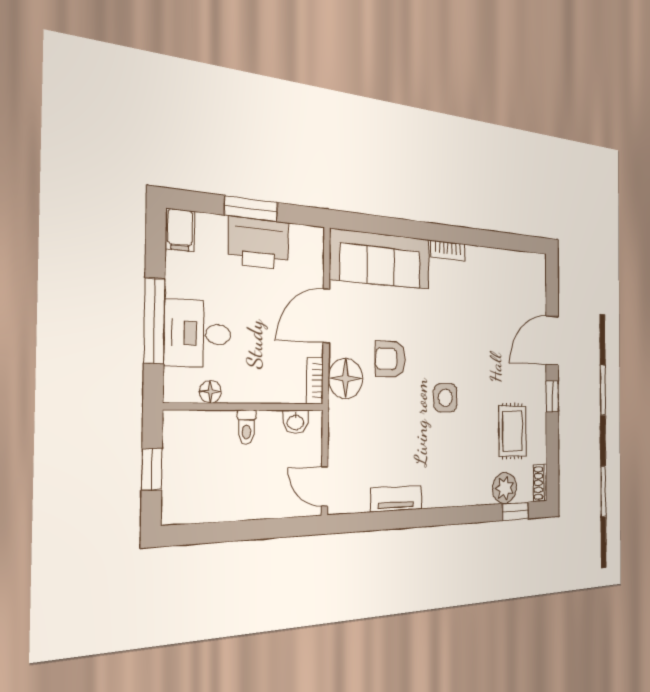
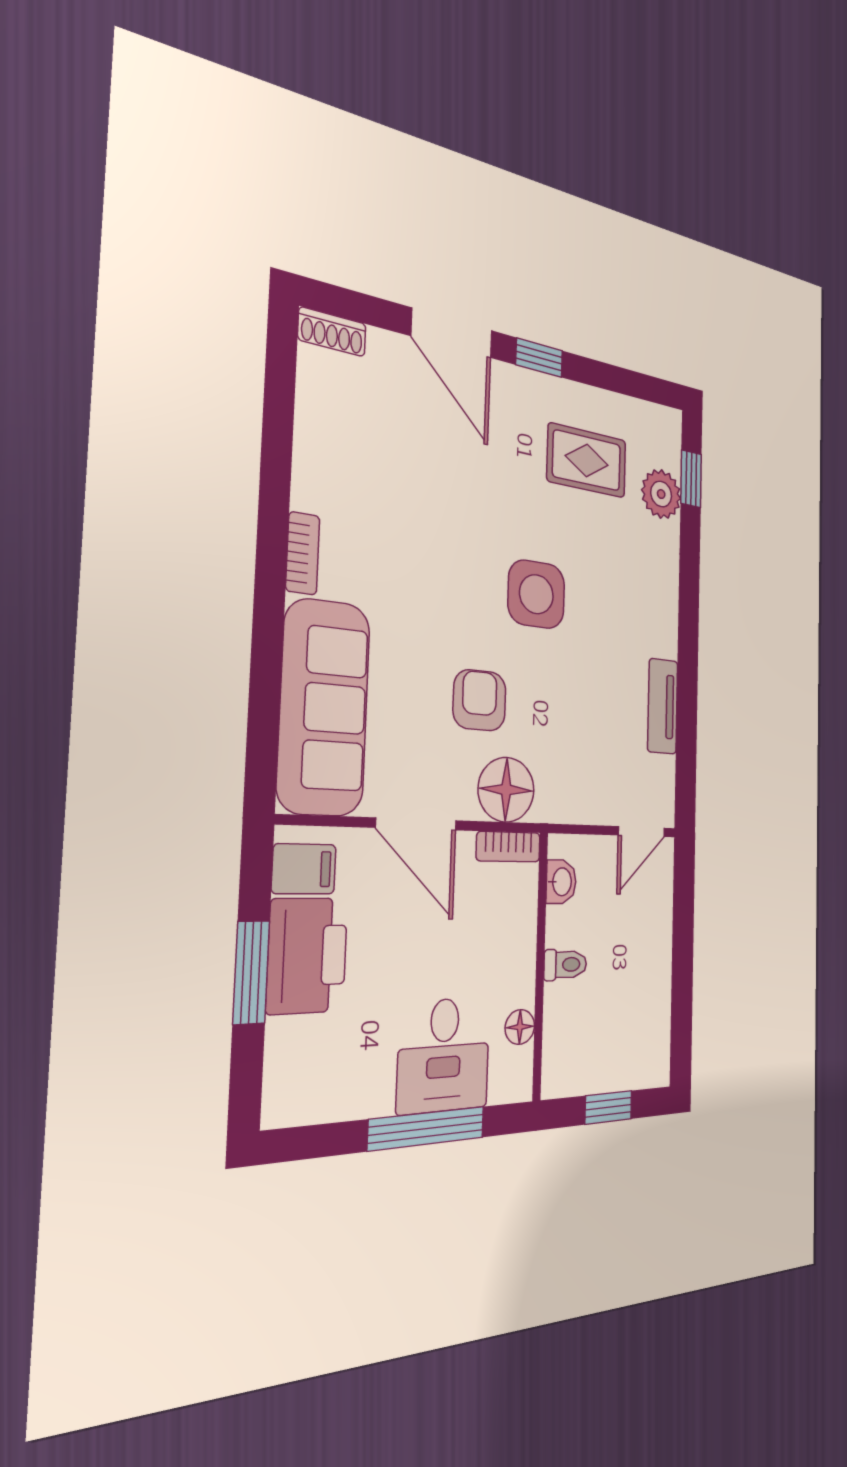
filing cabinet: (180, 230) -> (304, 869), moved
armchair: (390, 359) -> (480, 700), turned 180
side table: (445, 398) -> (536, 594), width x1.37, depth x1.37
shoe rack: (540, 483) -> (332, 332), moved

